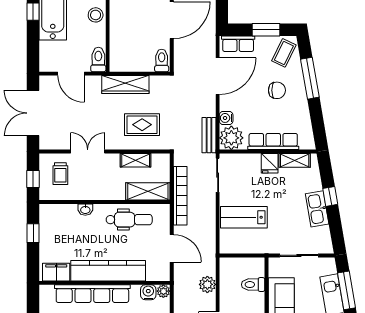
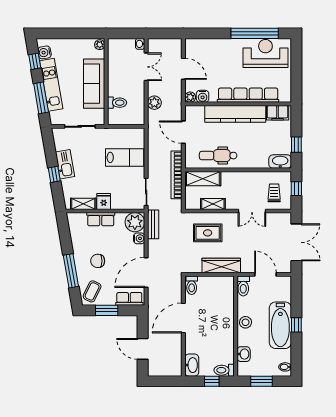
row of seats: (273, 142) -> (101, 219), width x0.68
washbasin: (85, 210) -> (280, 162), moved, width x1.91, depth x1.45

